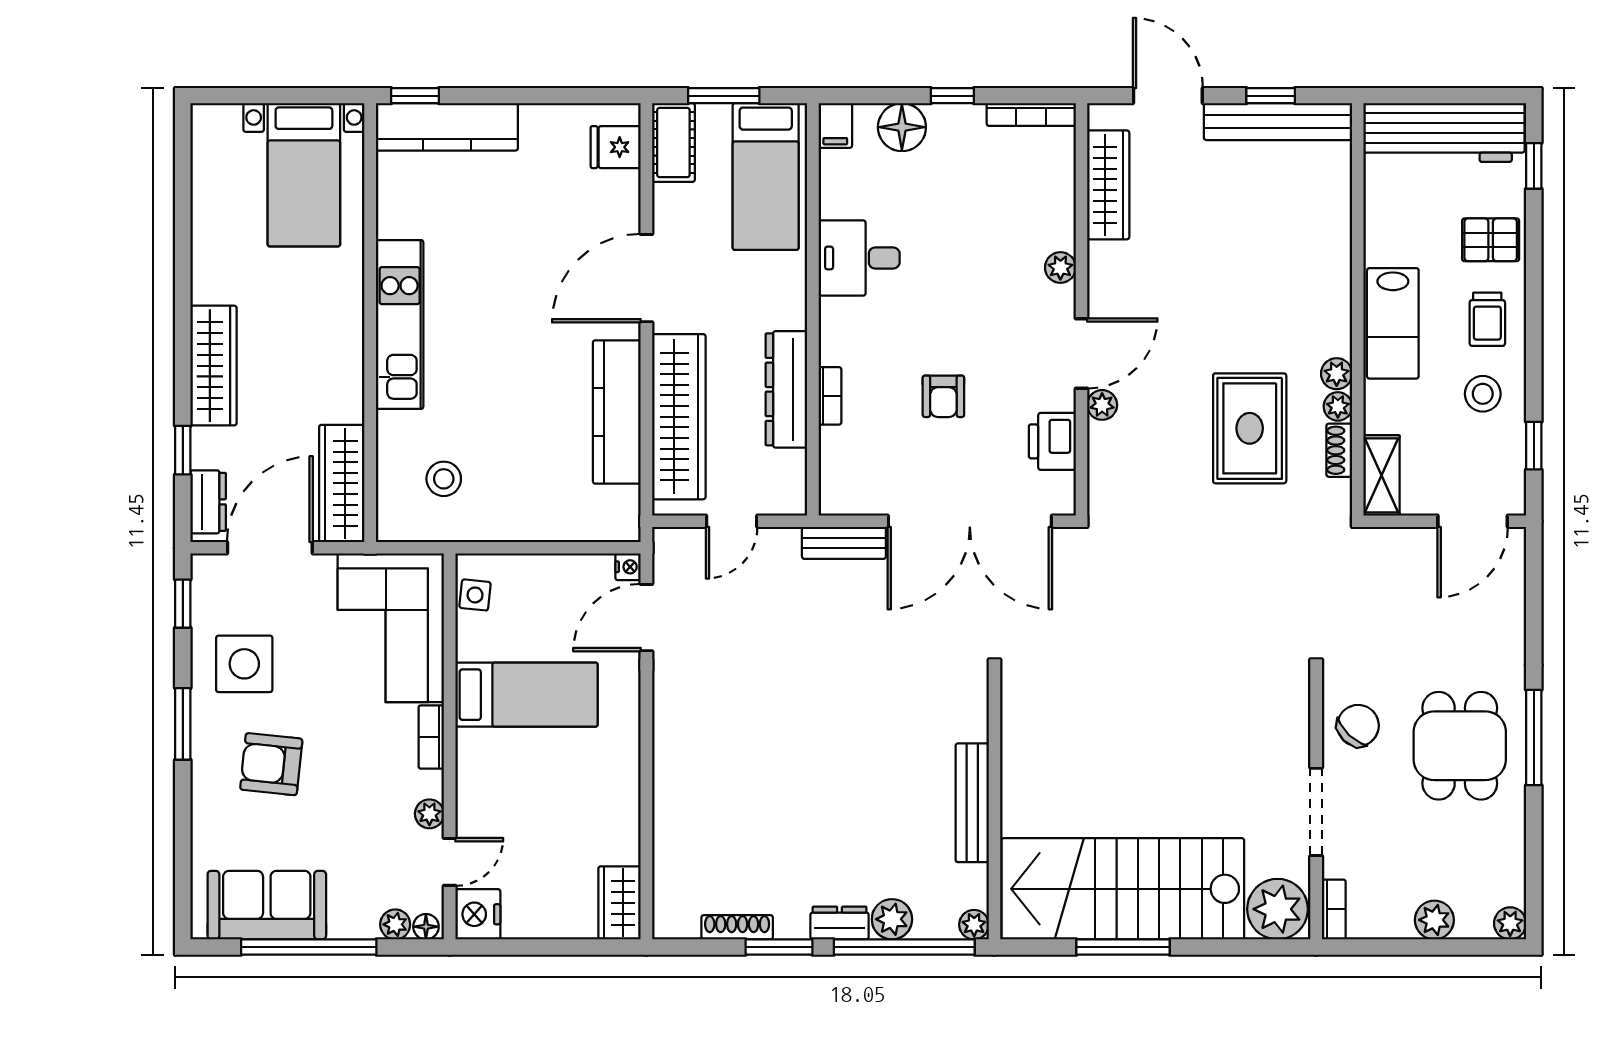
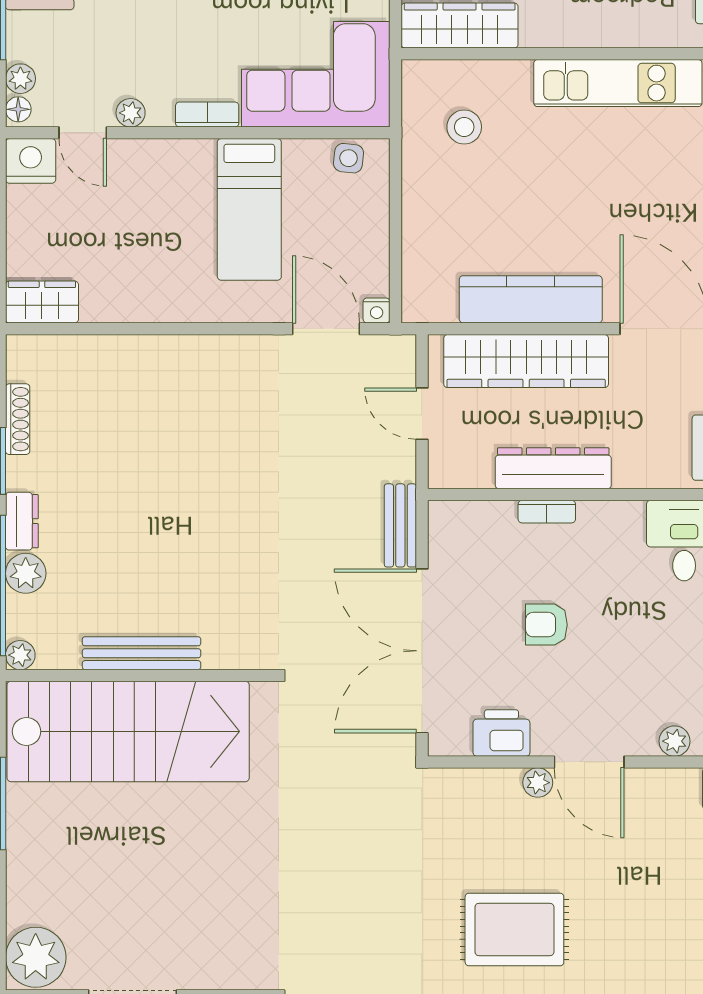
stairs: (1123, 889) -> (128, 731), moved, turned 90

